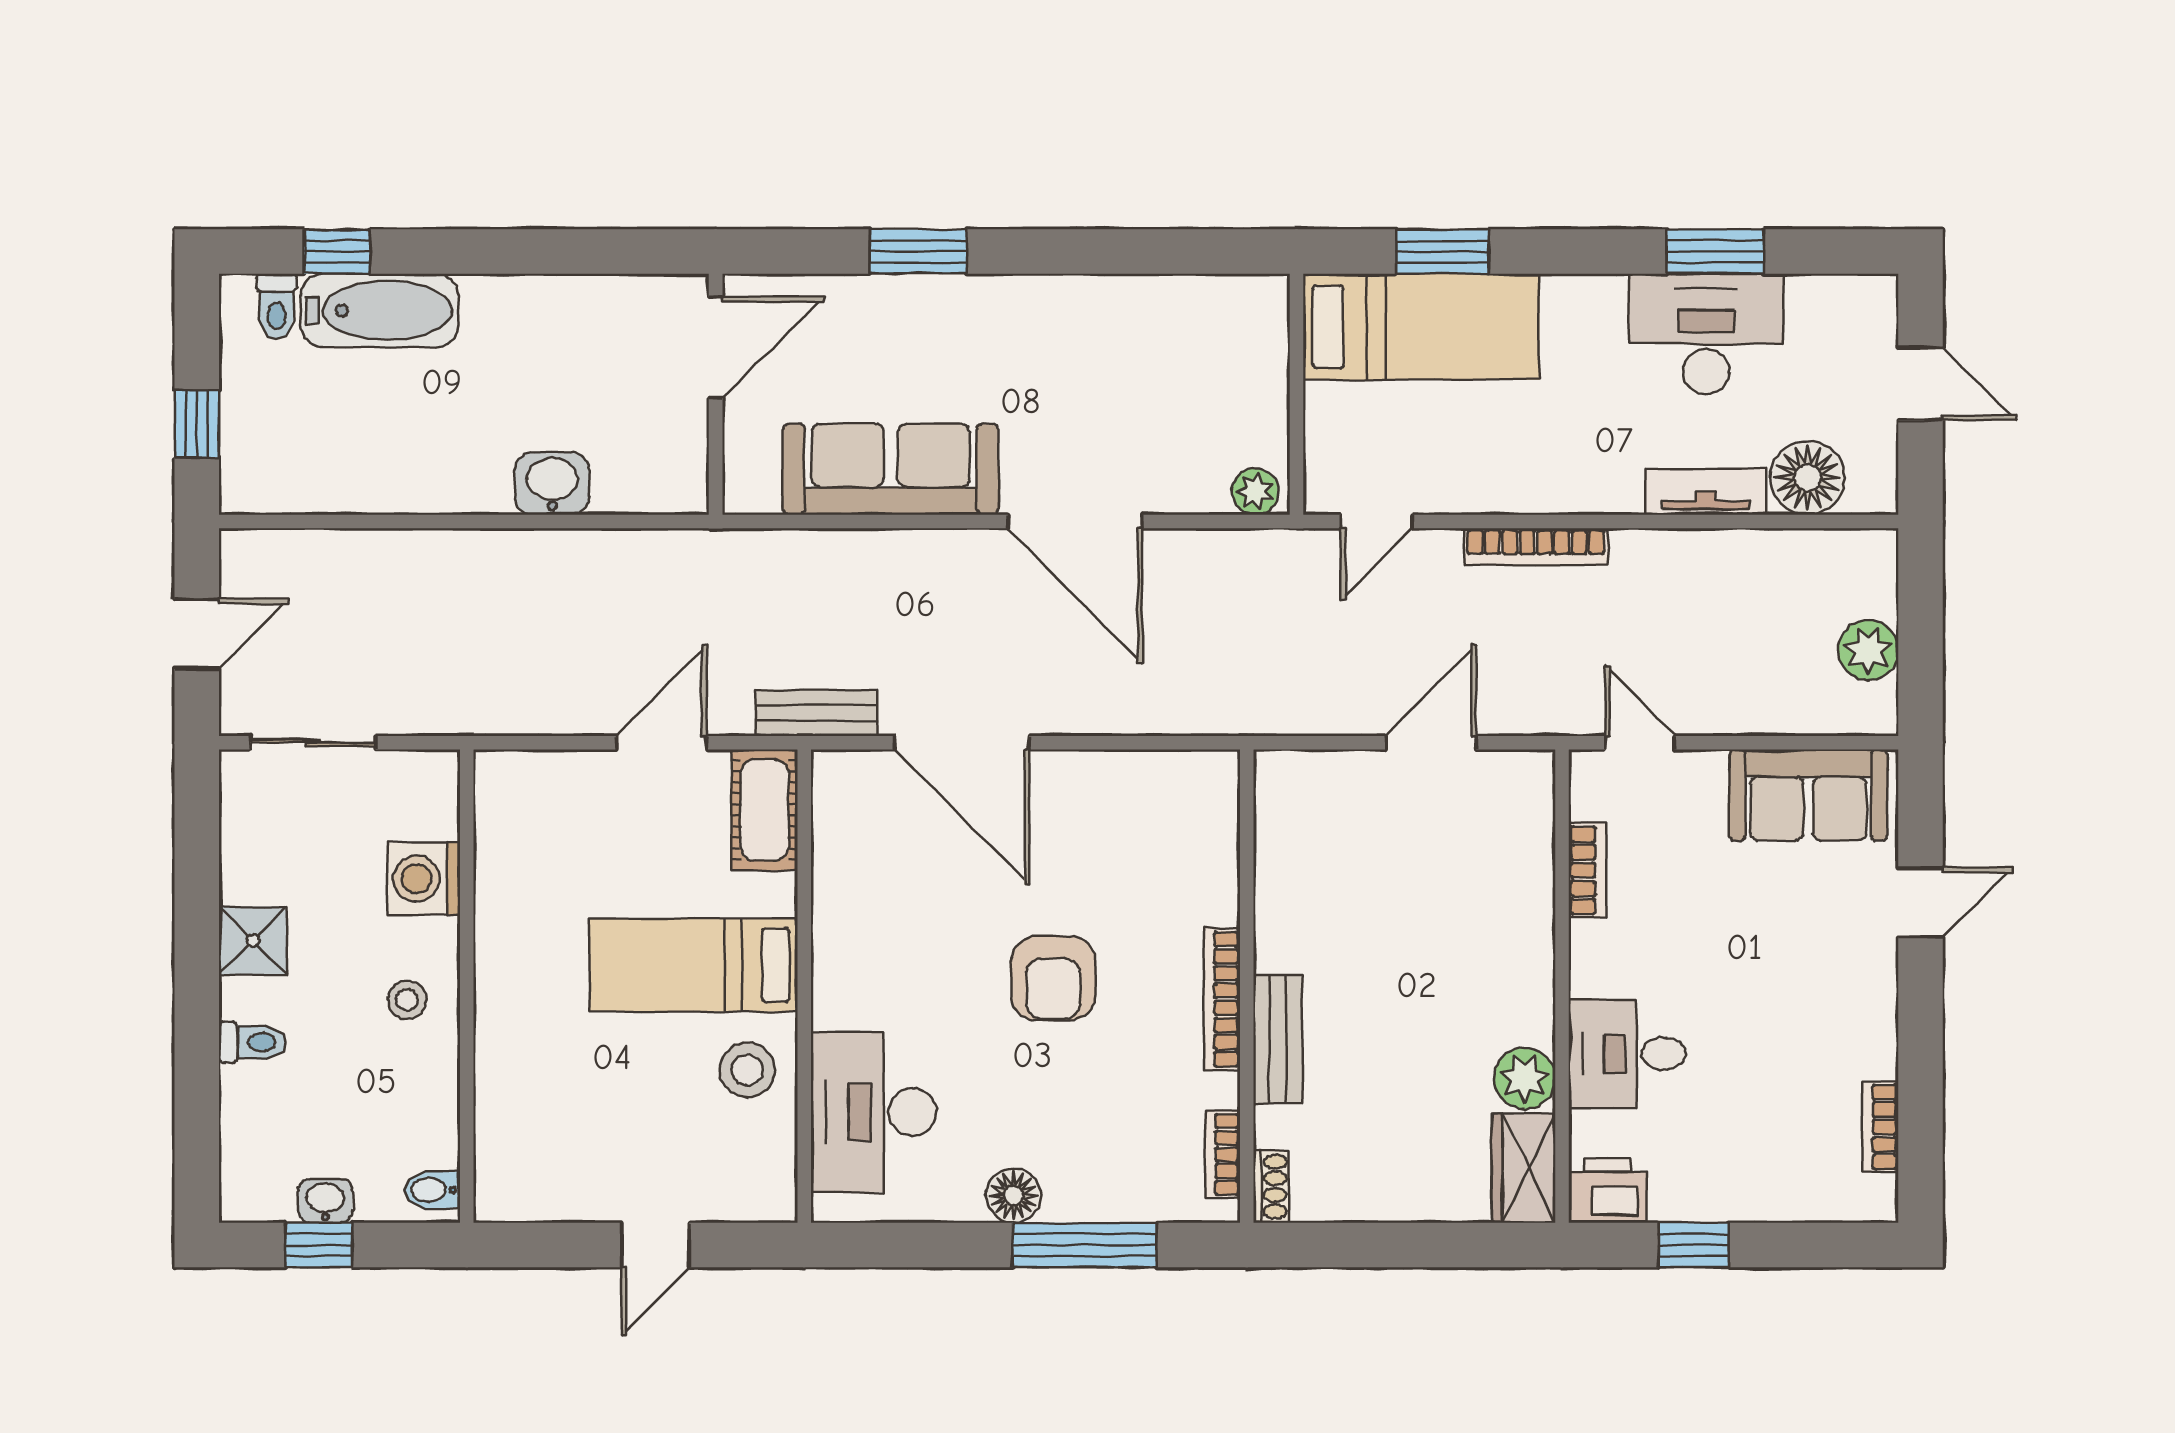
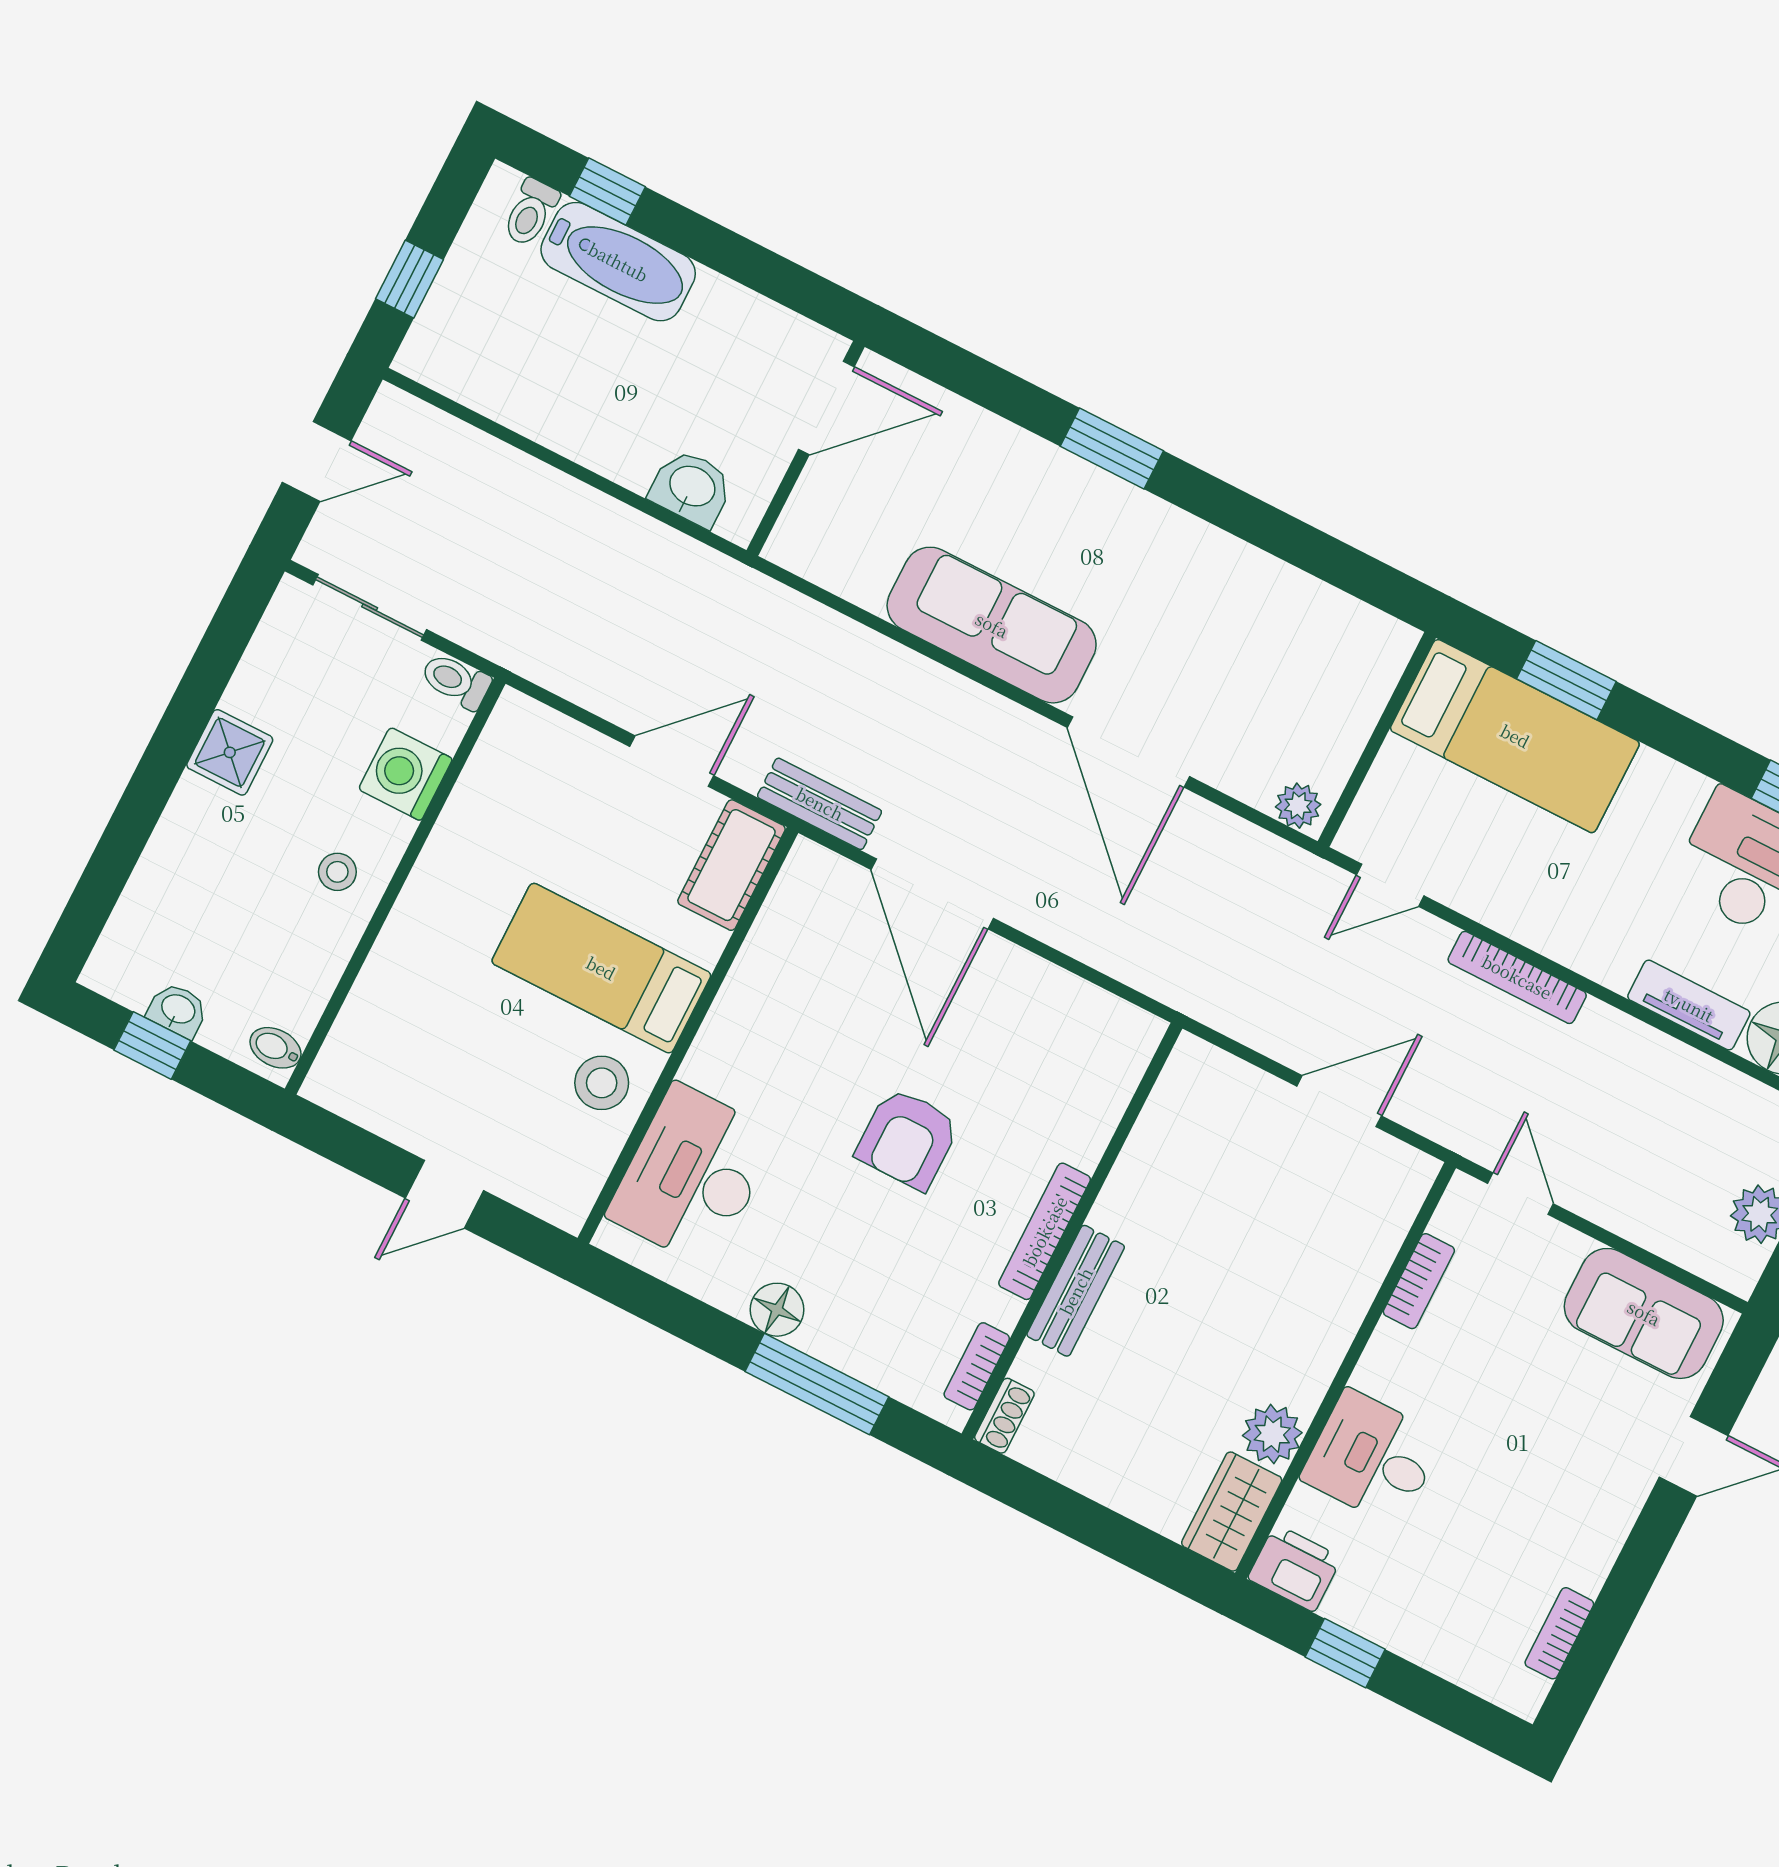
door: (716, 347) -> (826, 408), moved
wall: (716, 394) -> (806, 448), moved
toilet: (252, 1042) -> (456, 681), moved, turned 180

